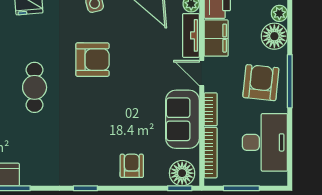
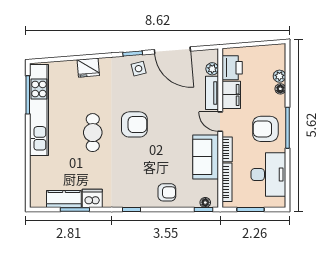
floor lamp: (274, 36) -> (280, 89), width x0.53, depth x0.53
armchair: (92, 60) -> (134, 124), moved
armchair: (261, 83) -> (265, 129), turned -96
armchair: (132, 166) -> (167, 192), turned 90
floor lamp: (182, 173) -> (205, 203), width x0.53, depth x0.53
dishwasher: (34, 174) -> (92, 198), added

